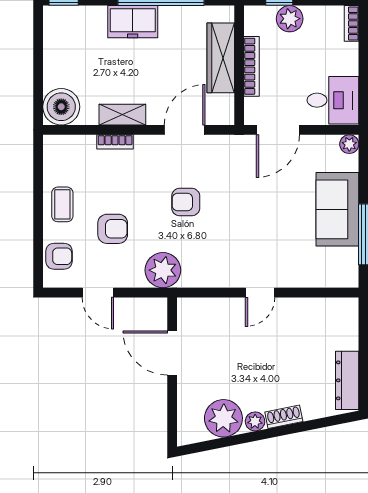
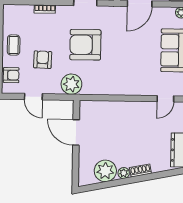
armchair: (186, 202) -> (85, 45), width x1.88, depth x1.88
armchair: (113, 229) -> (43, 60), turned -88
door: (260, 293) -> (165, 99), moved

